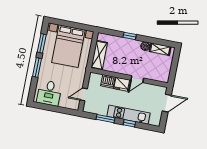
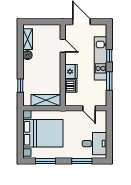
window: (130, 36) -> (20, 86), moved
window: (37, 67) -> (82, 161), moved
door: (137, 79) -> (63, 46), moved

